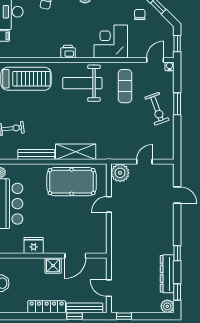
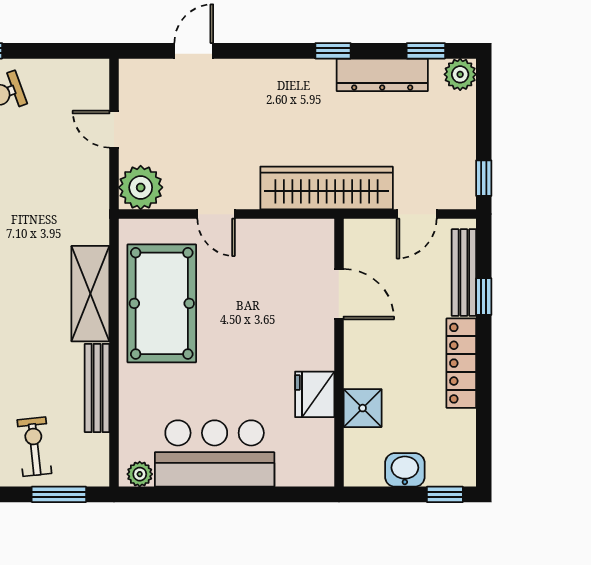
wardrobe: (120, 250) -> (327, 188), added
shower: (53, 266) -> (363, 408), moved

